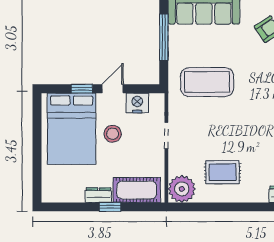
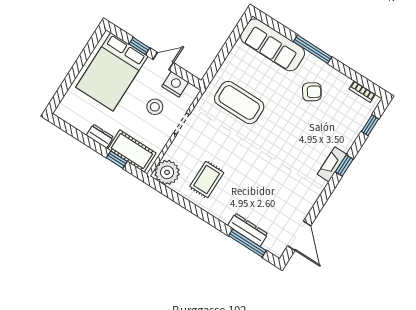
window: (164, 37) -> (228, 47), removed
stool: (113, 134) -> (155, 107), moved
rug: (223, 172) -> (207, 180), turned 90
window: (110, 207) -> (117, 160), moved

